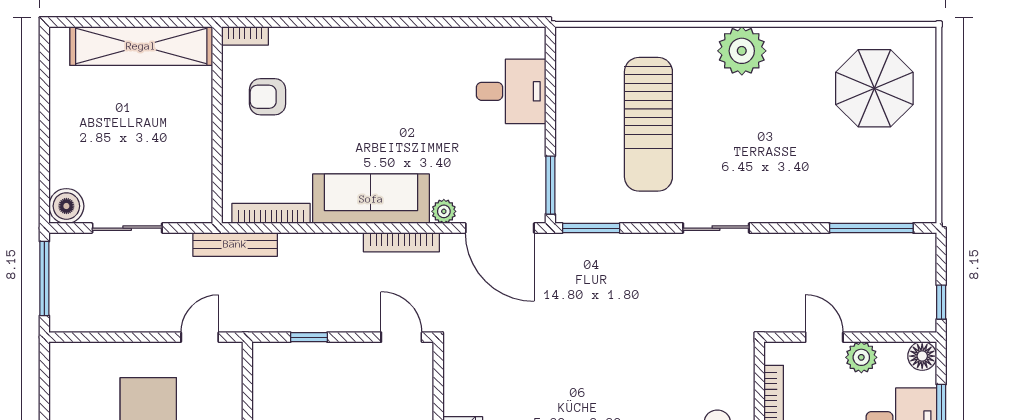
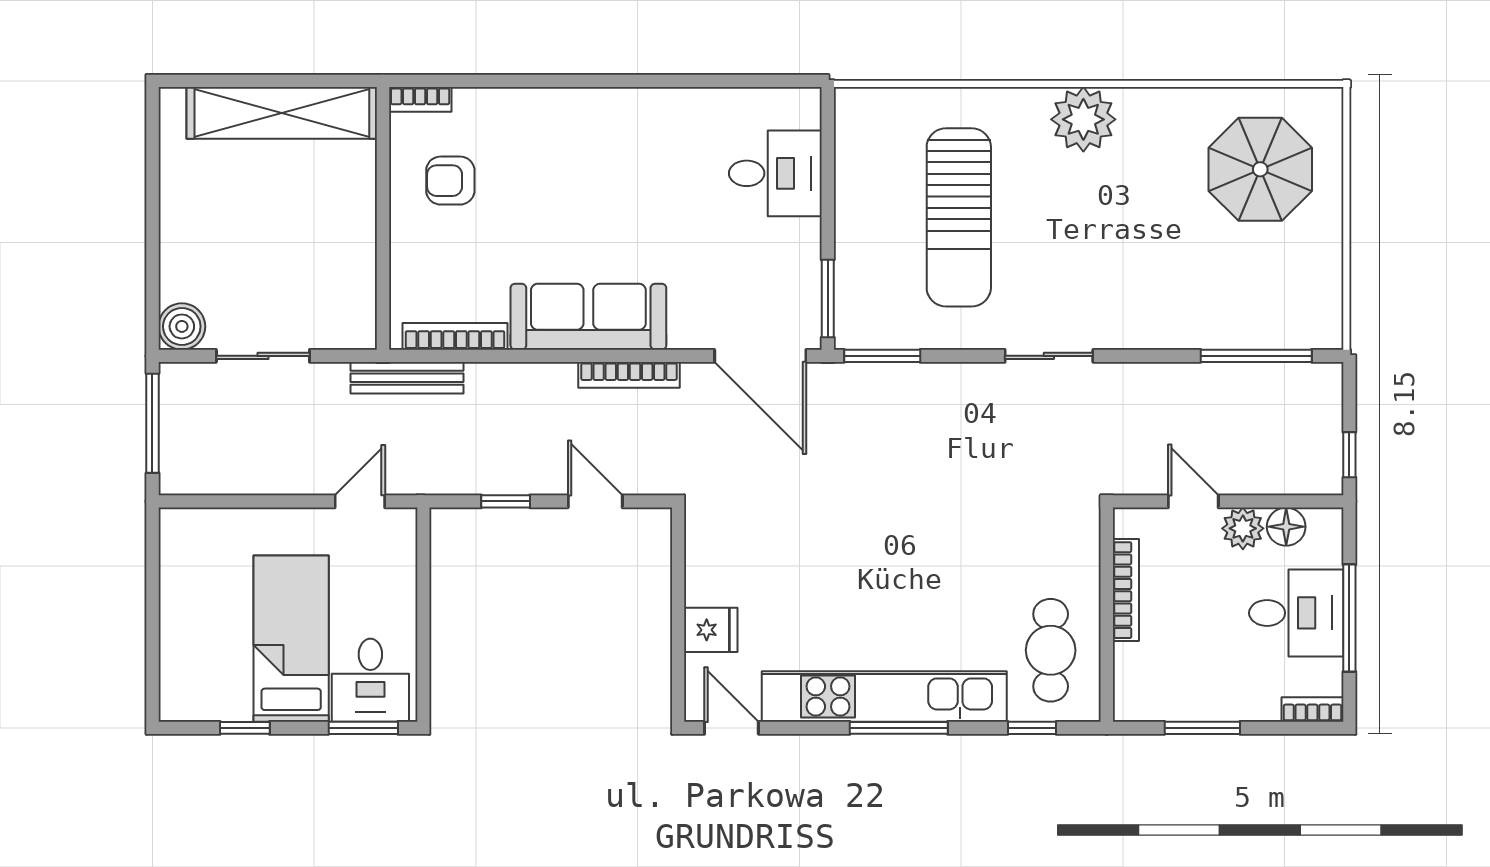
plant: (444, 211) -> (686, 334), removed
door: (401, 337) -> (595, 501), moved
floor lamp: (922, 356) -> (1286, 527), moved

